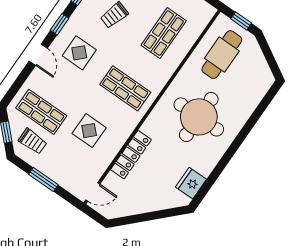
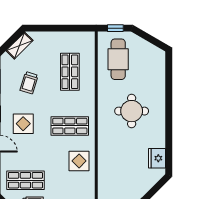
round table: (199, 117) -> (132, 111), width x0.73, depth x0.73
display table: (89, 131) -> (79, 161), moved
locker: (131, 155) -> (104, 167), removed

